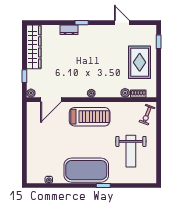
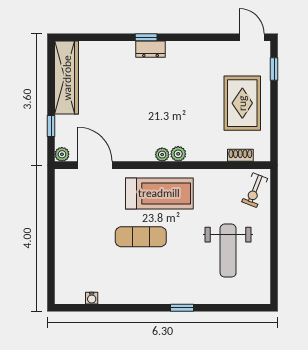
door: (122, 23) -> (252, 37), moved
dresser: (69, 30) -> (151, 49), moved
plant: (125, 93) -> (178, 154), moved
door: (51, 100) -> (95, 165), swing flipped
exercise mat: (86, 170) -> (141, 237), moved, width x0.50, depth x0.69

